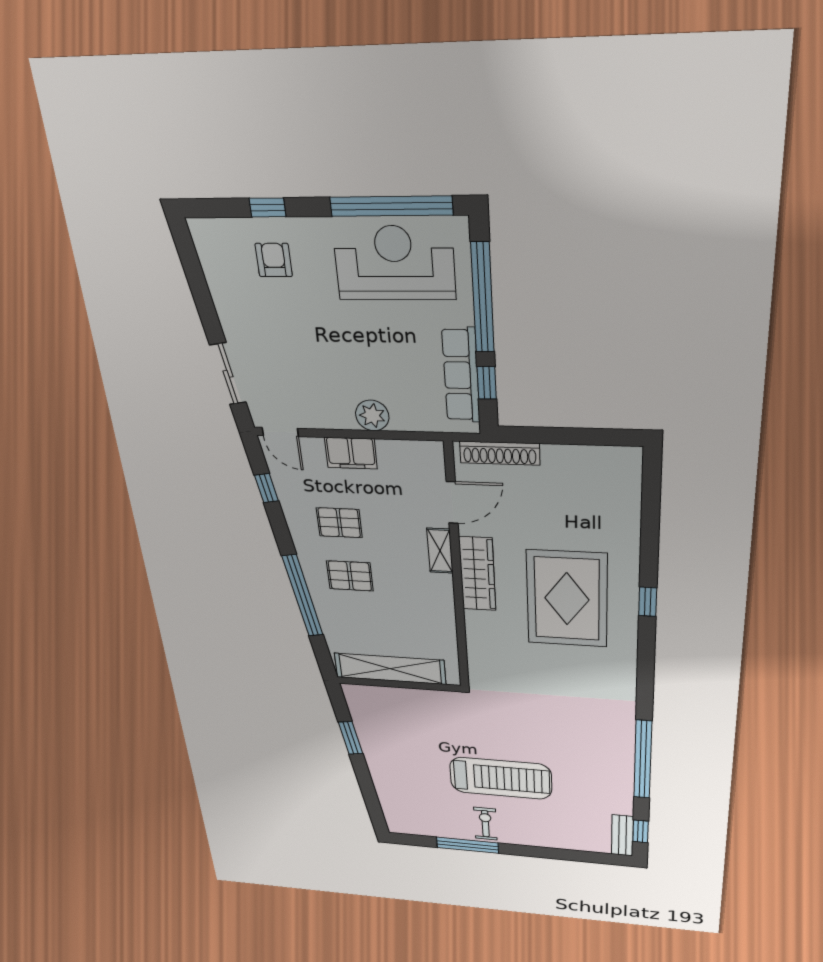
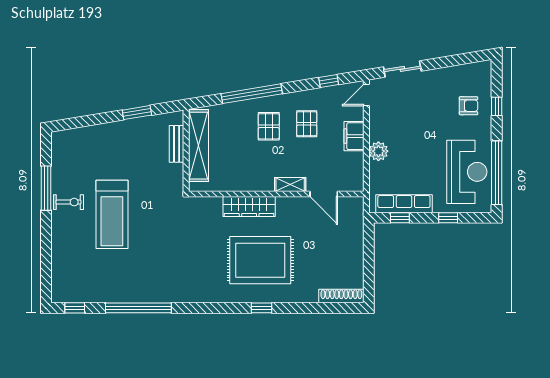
window: (483, 298) -> (448, 218), width x0.32
shoe rack: (500, 453) -> (341, 296), moved, turned 90
wardrobe: (477, 574) -> (249, 206), moved
bench: (622, 835) -> (177, 144), moved, turned 90

